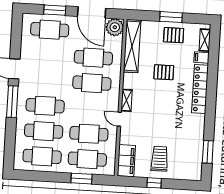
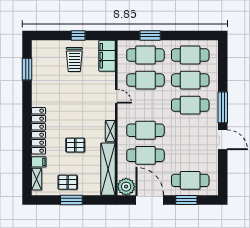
shelving: (127, 100) -> (110, 131), moved

